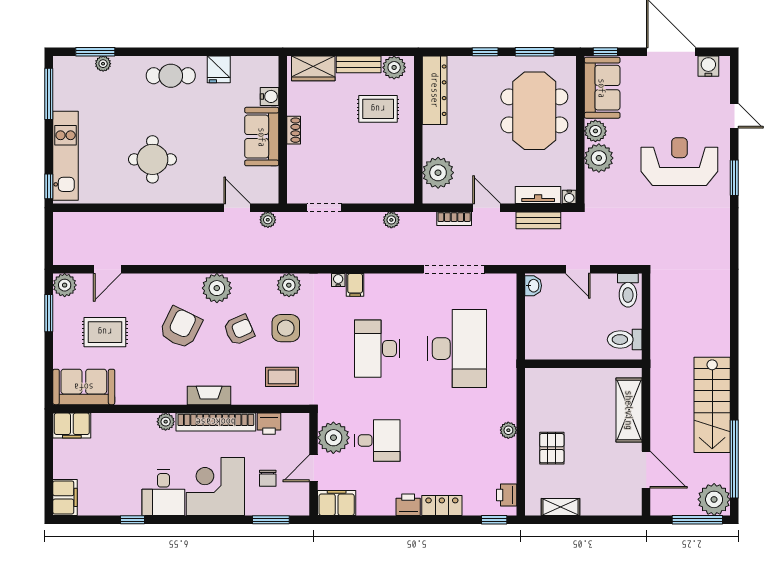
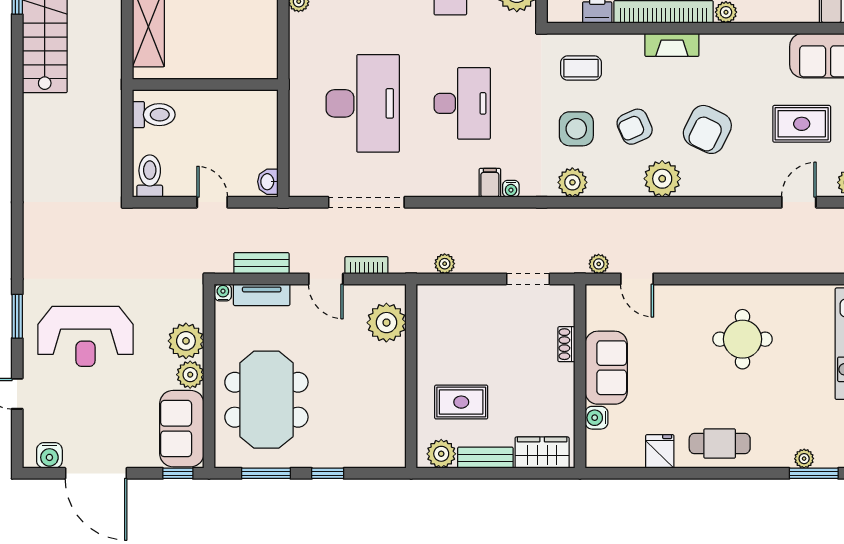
dresser: (435, 90) -> (391, 425), removed
shoe rack: (294, 130) -> (566, 344), moved
desk: (457, 349) -> (363, 103), turned 180

